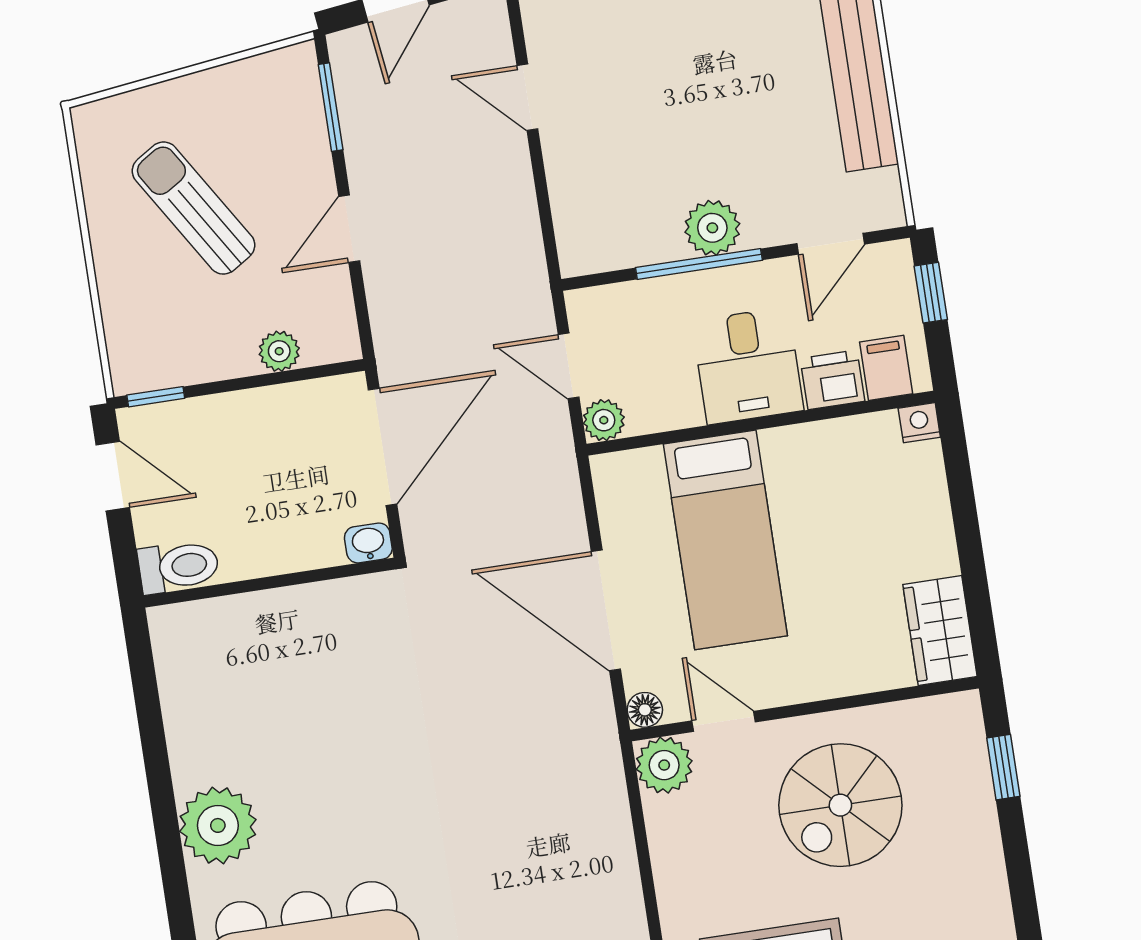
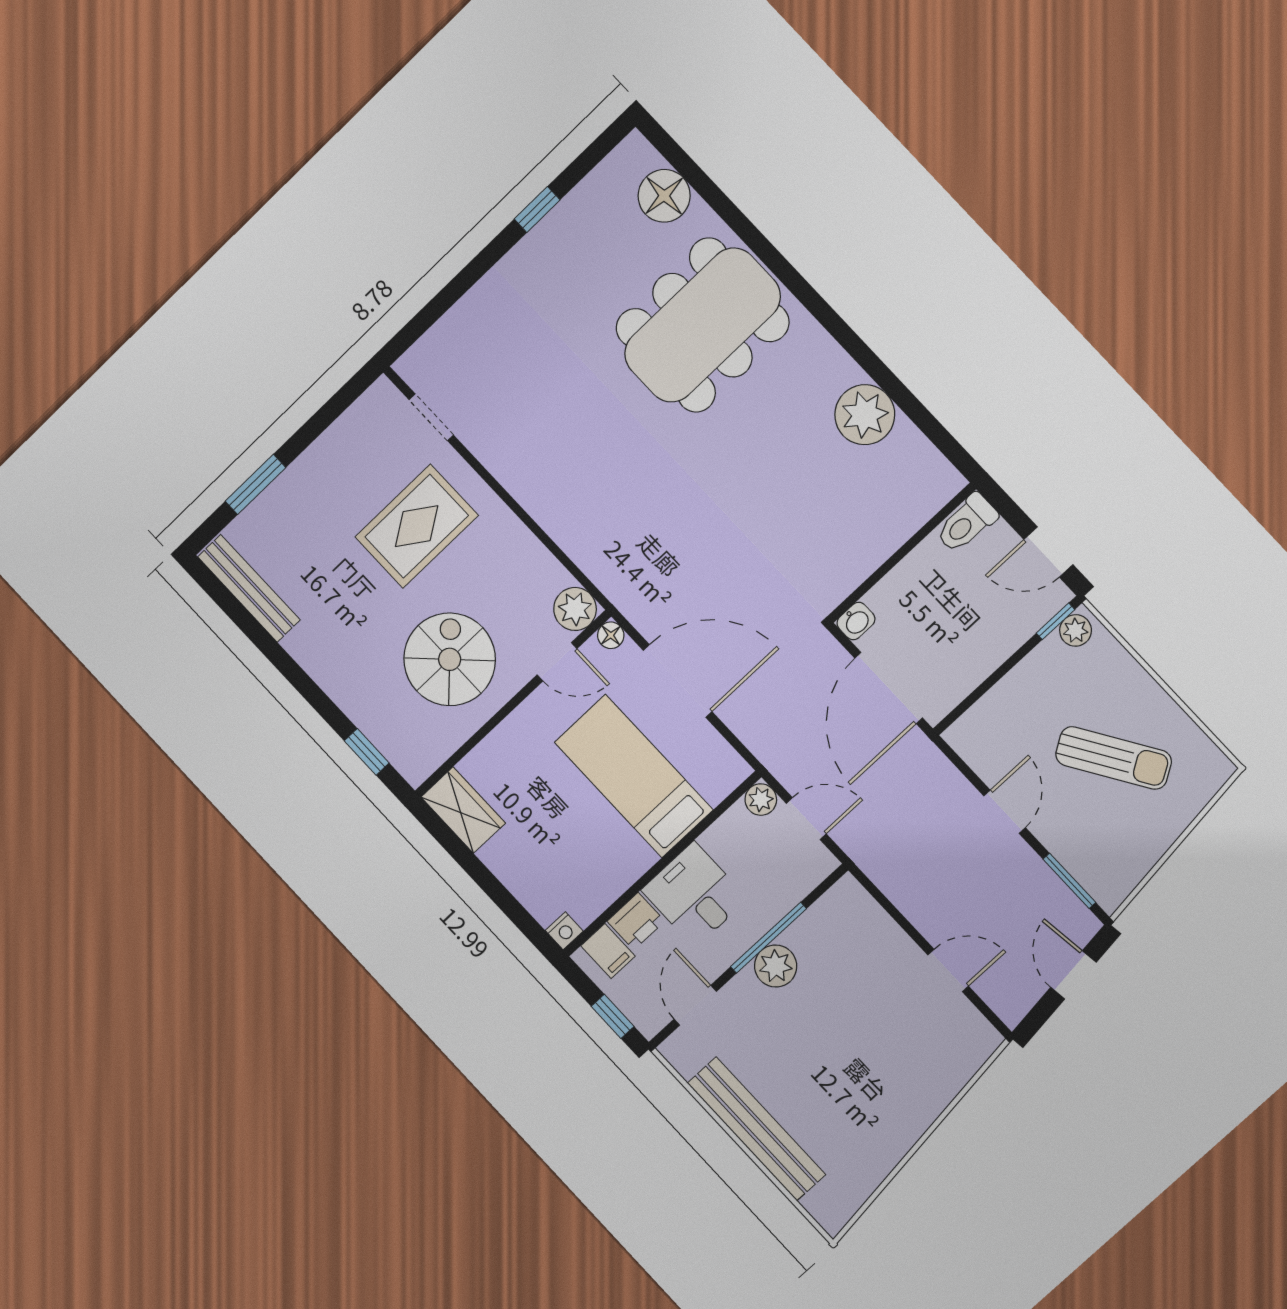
plant: (279, 351) -> (1076, 630), moved
plant: (218, 825) -> (865, 415), moved

